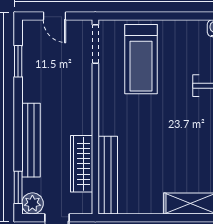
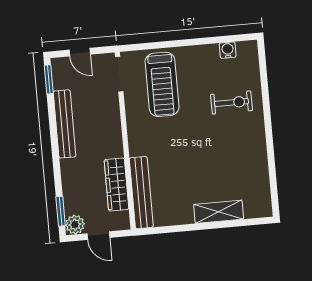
window: (18, 61) -> (49, 79), moved
bench: (31, 140) -> (65, 124), moved

